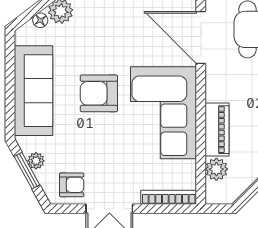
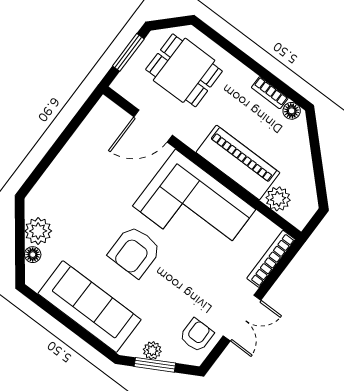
door: (201, 37) -> (153, 126), width x0.73
piano: (217, 130) -> (238, 162), width x1.37, depth x1.33

